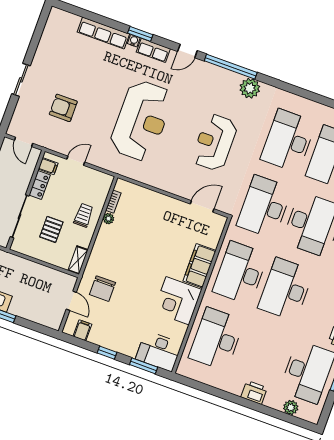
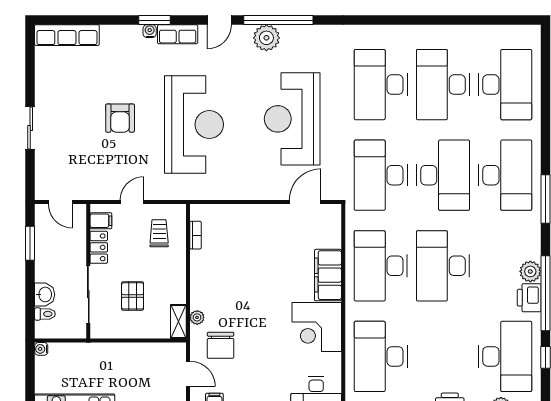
row of seats: (103, 33) -> (67, 35), moved
plant: (250, 88) -> (266, 38), moved
armchair: (63, 108) -> (120, 118), moved, turned -90
reception desk: (215, 142) -> (292, 119), width x1.36, depth x1.30
trolley: (84, 215) -> (159, 233), moved
plant: (108, 219) -> (197, 317), moved

